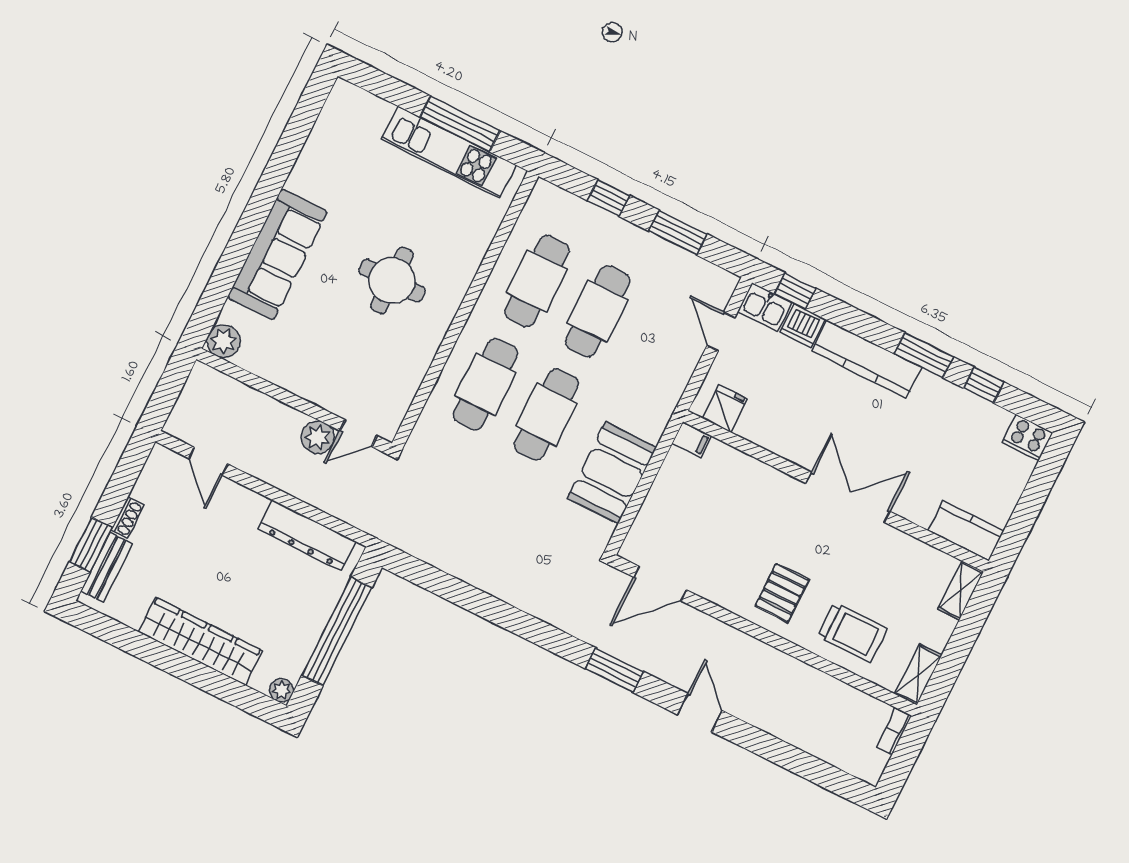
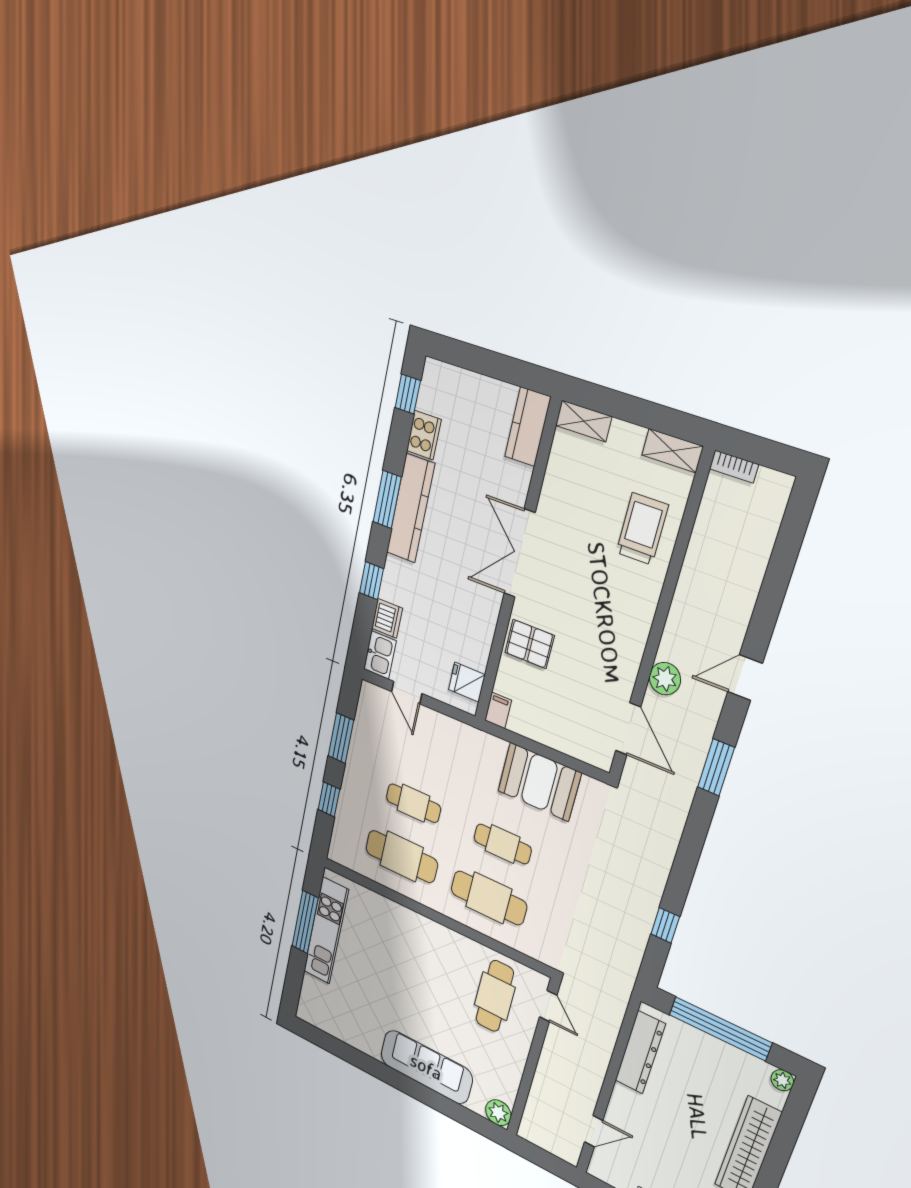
round table: (392, 280) -> (426, 976), removed
window: (795, 291) -> (371, 581), moved
cafe table: (598, 311) -> (413, 803), width x0.73, depth x0.74
door: (721, 332) -> (407, 692), hinge flipped
kitchen counter: (867, 359) -> (410, 508), moved
cafe table: (369, 367) -> (495, 996), added
window: (984, 385) -> (408, 394), moved
cafe table: (546, 415) -> (503, 844), width x0.73, depth x0.74
plant: (318, 437) -> (665, 679), moved
cooker: (1027, 438) -> (424, 435), moved
window: (451, 589) -> (665, 925), added
pallet: (782, 593) -> (530, 644), moved

